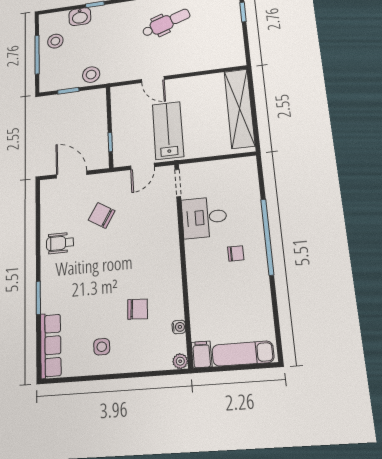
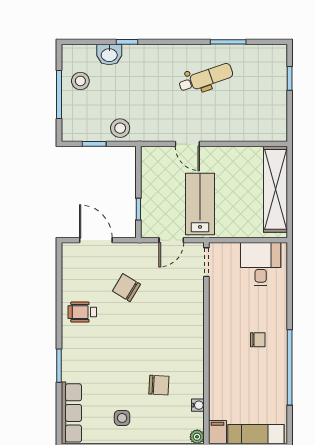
desk: (204, 217) -> (261, 264), moved, turned 90
window: (267, 237) -> (290, 367), moved

